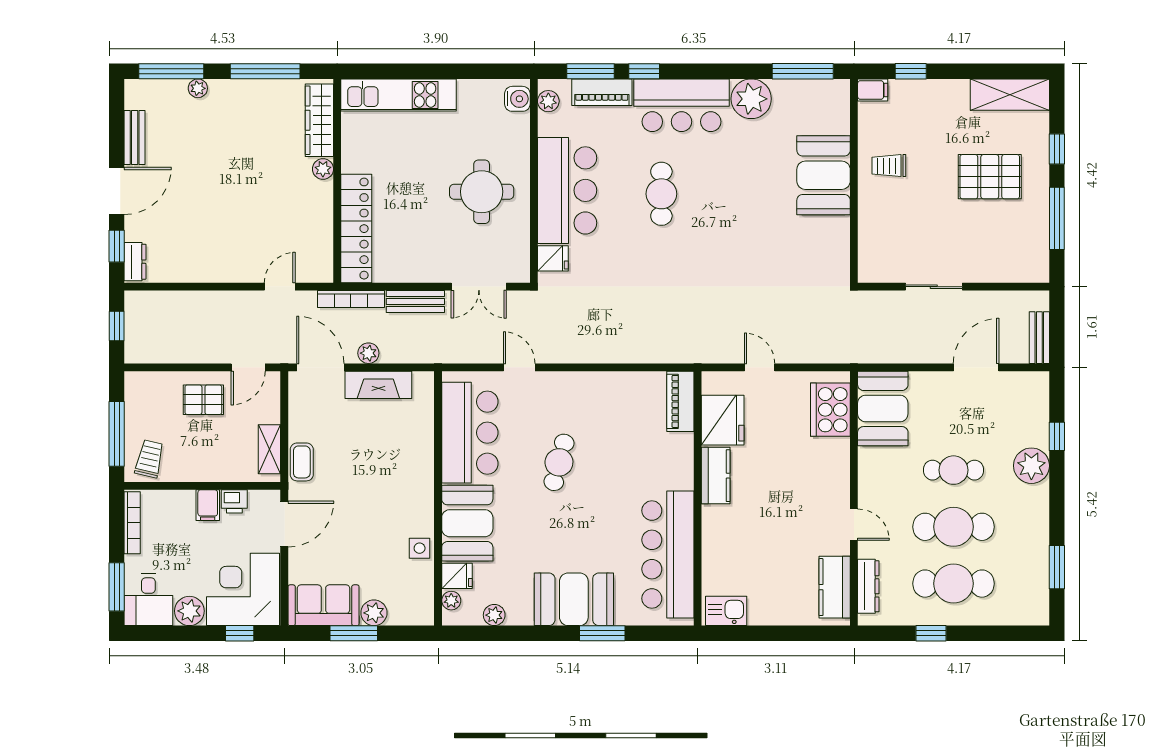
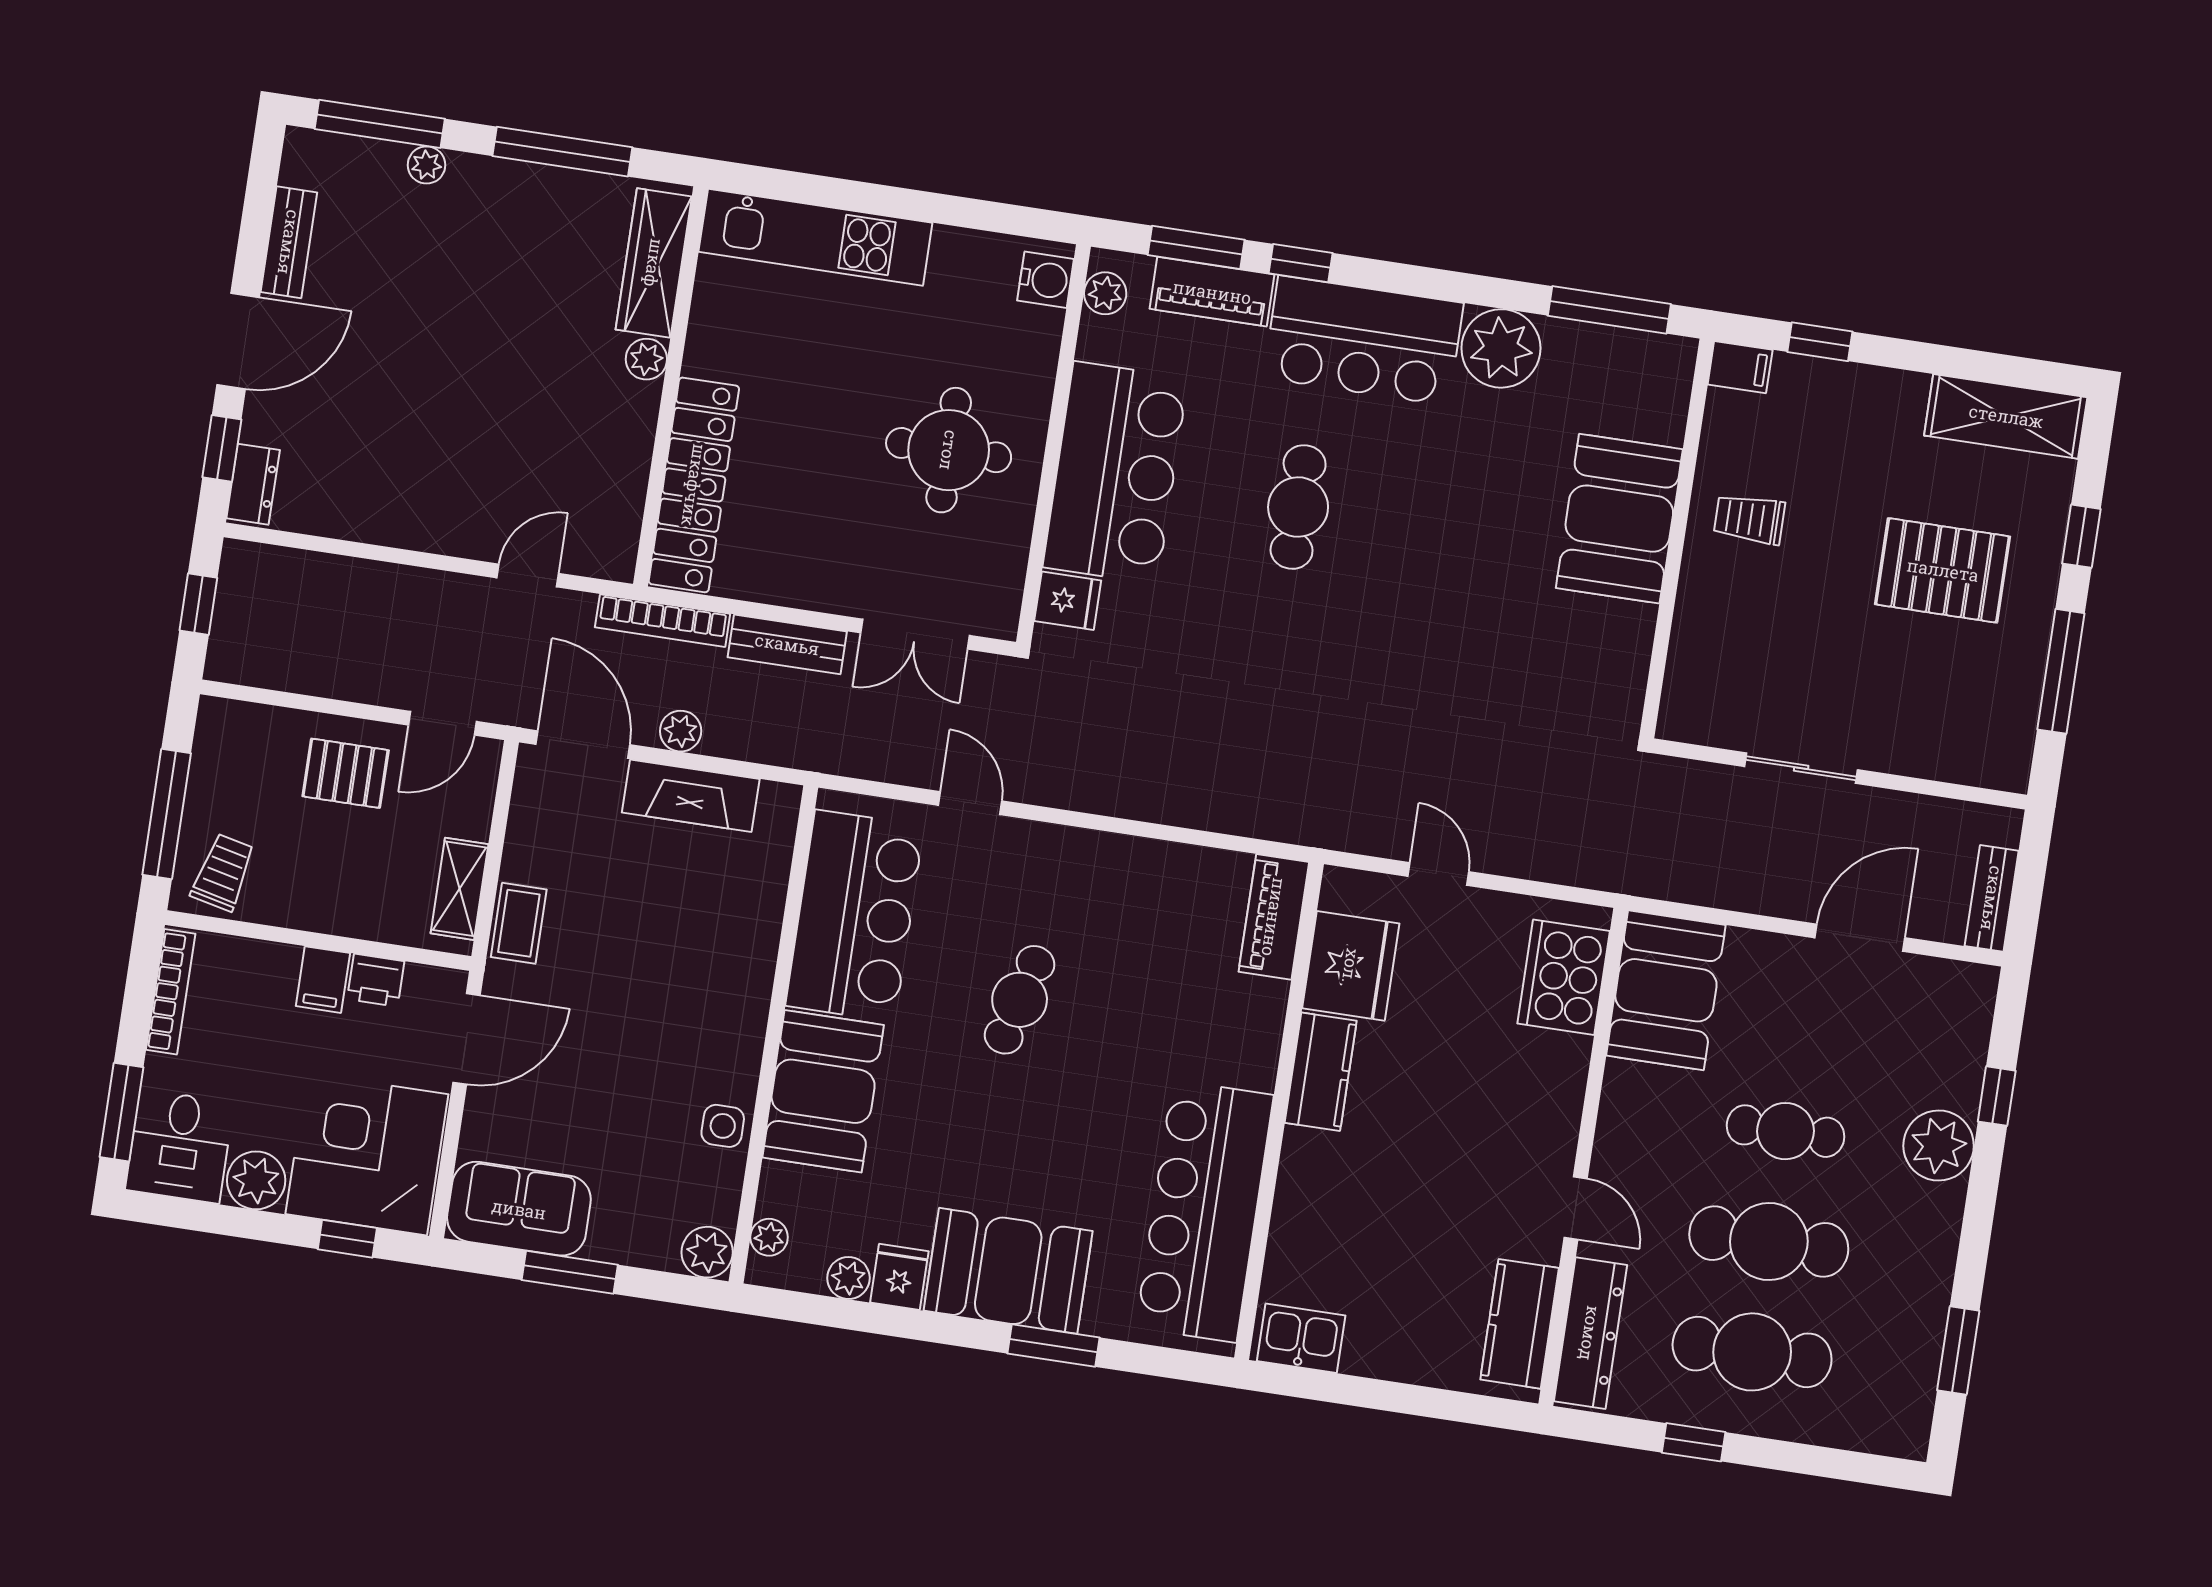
fridge: (457, 576) -> (899, 1277), moved, turned -90
dresser: (868, 586) -> (1590, 1333), width x1.37, depth x1.24
plant: (374, 613) -> (707, 1252), moved

